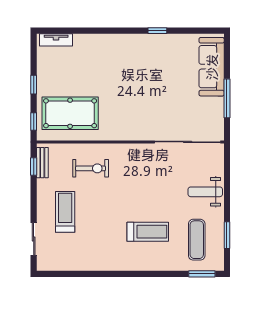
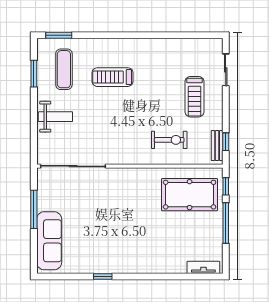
window: (34, 85) -> (226, 223), width x2.17
exercise bike: (91, 168) -> (169, 140), turned 180

